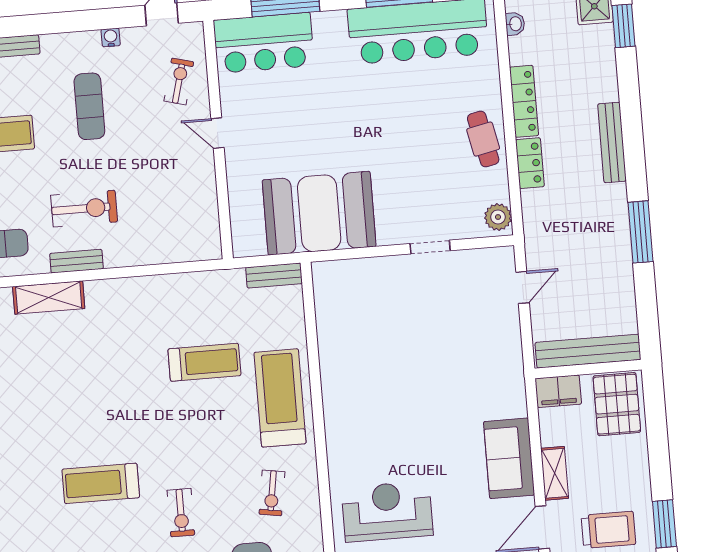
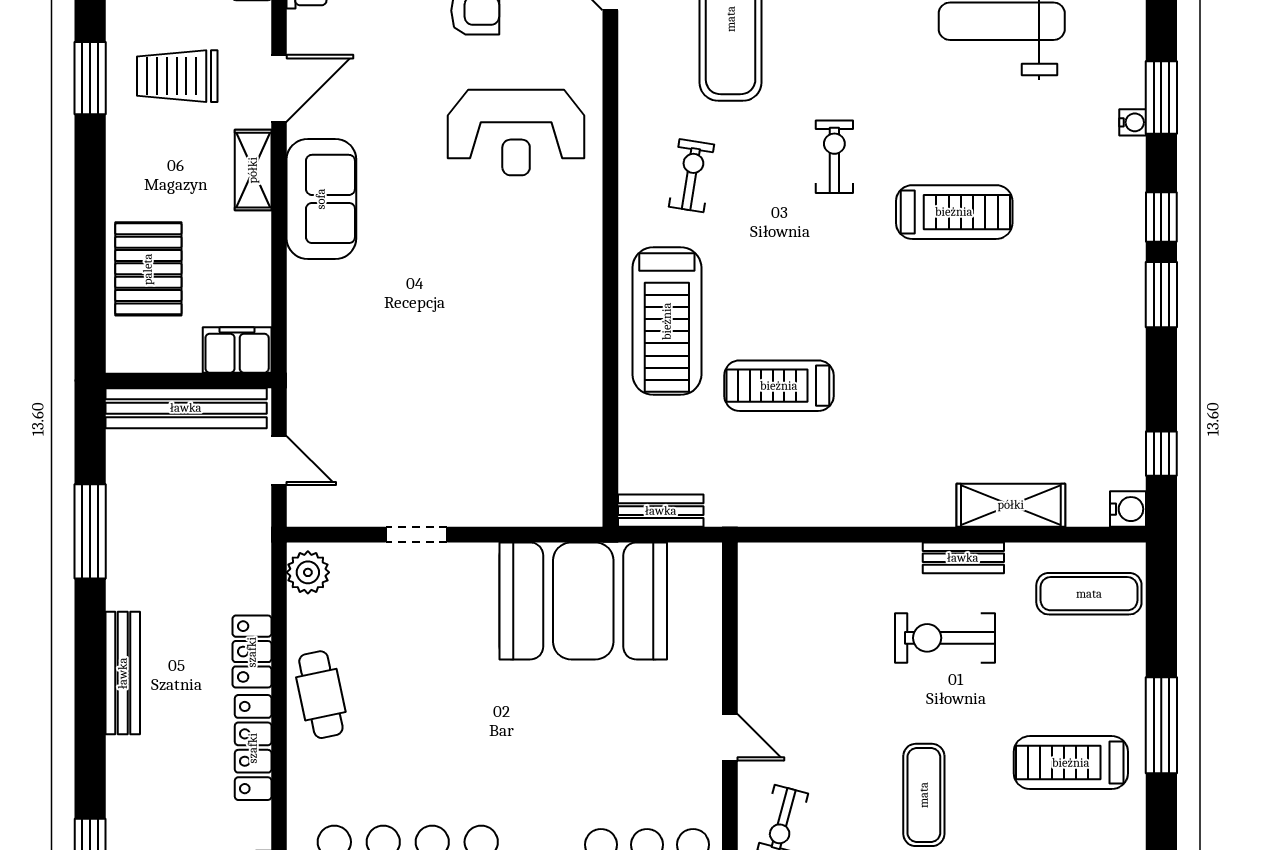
door: (523, 287) -> (279, 461), swing flipped
bench: (588, 351) -> (186, 408), moved
wall: (588, 369) -> (188, 381), moved
filing cabinet: (558, 391) -> (237, 350), moved

